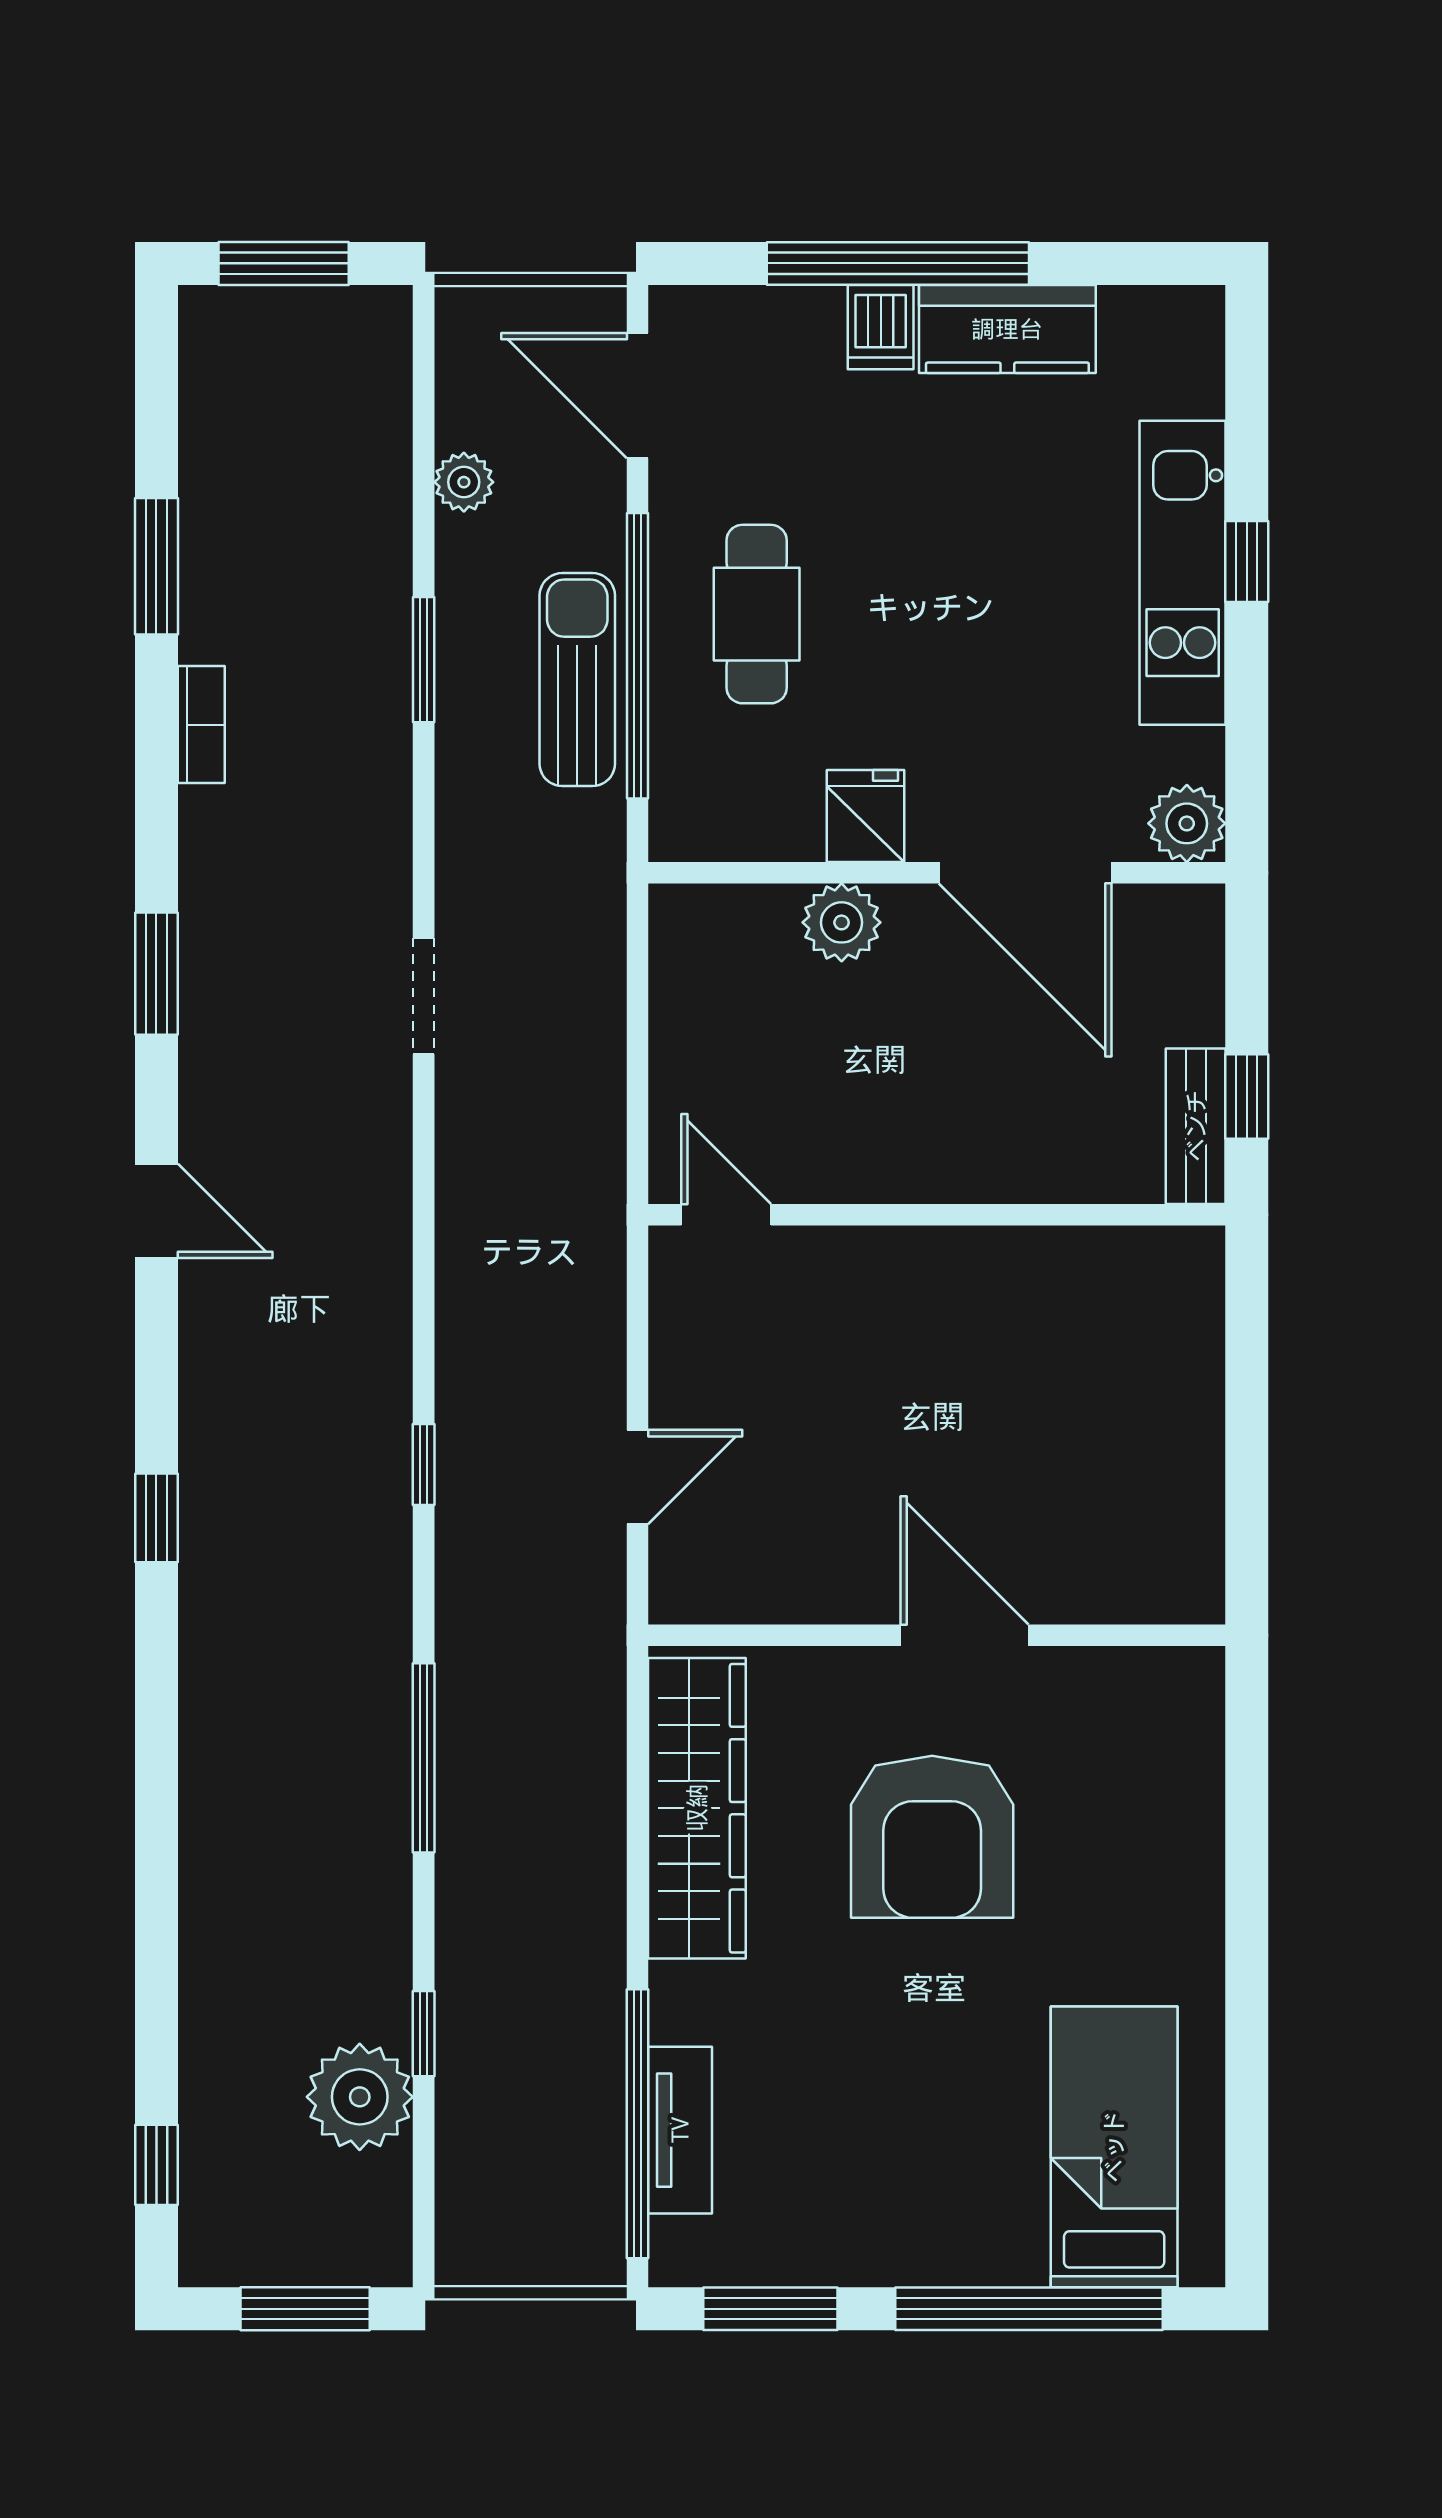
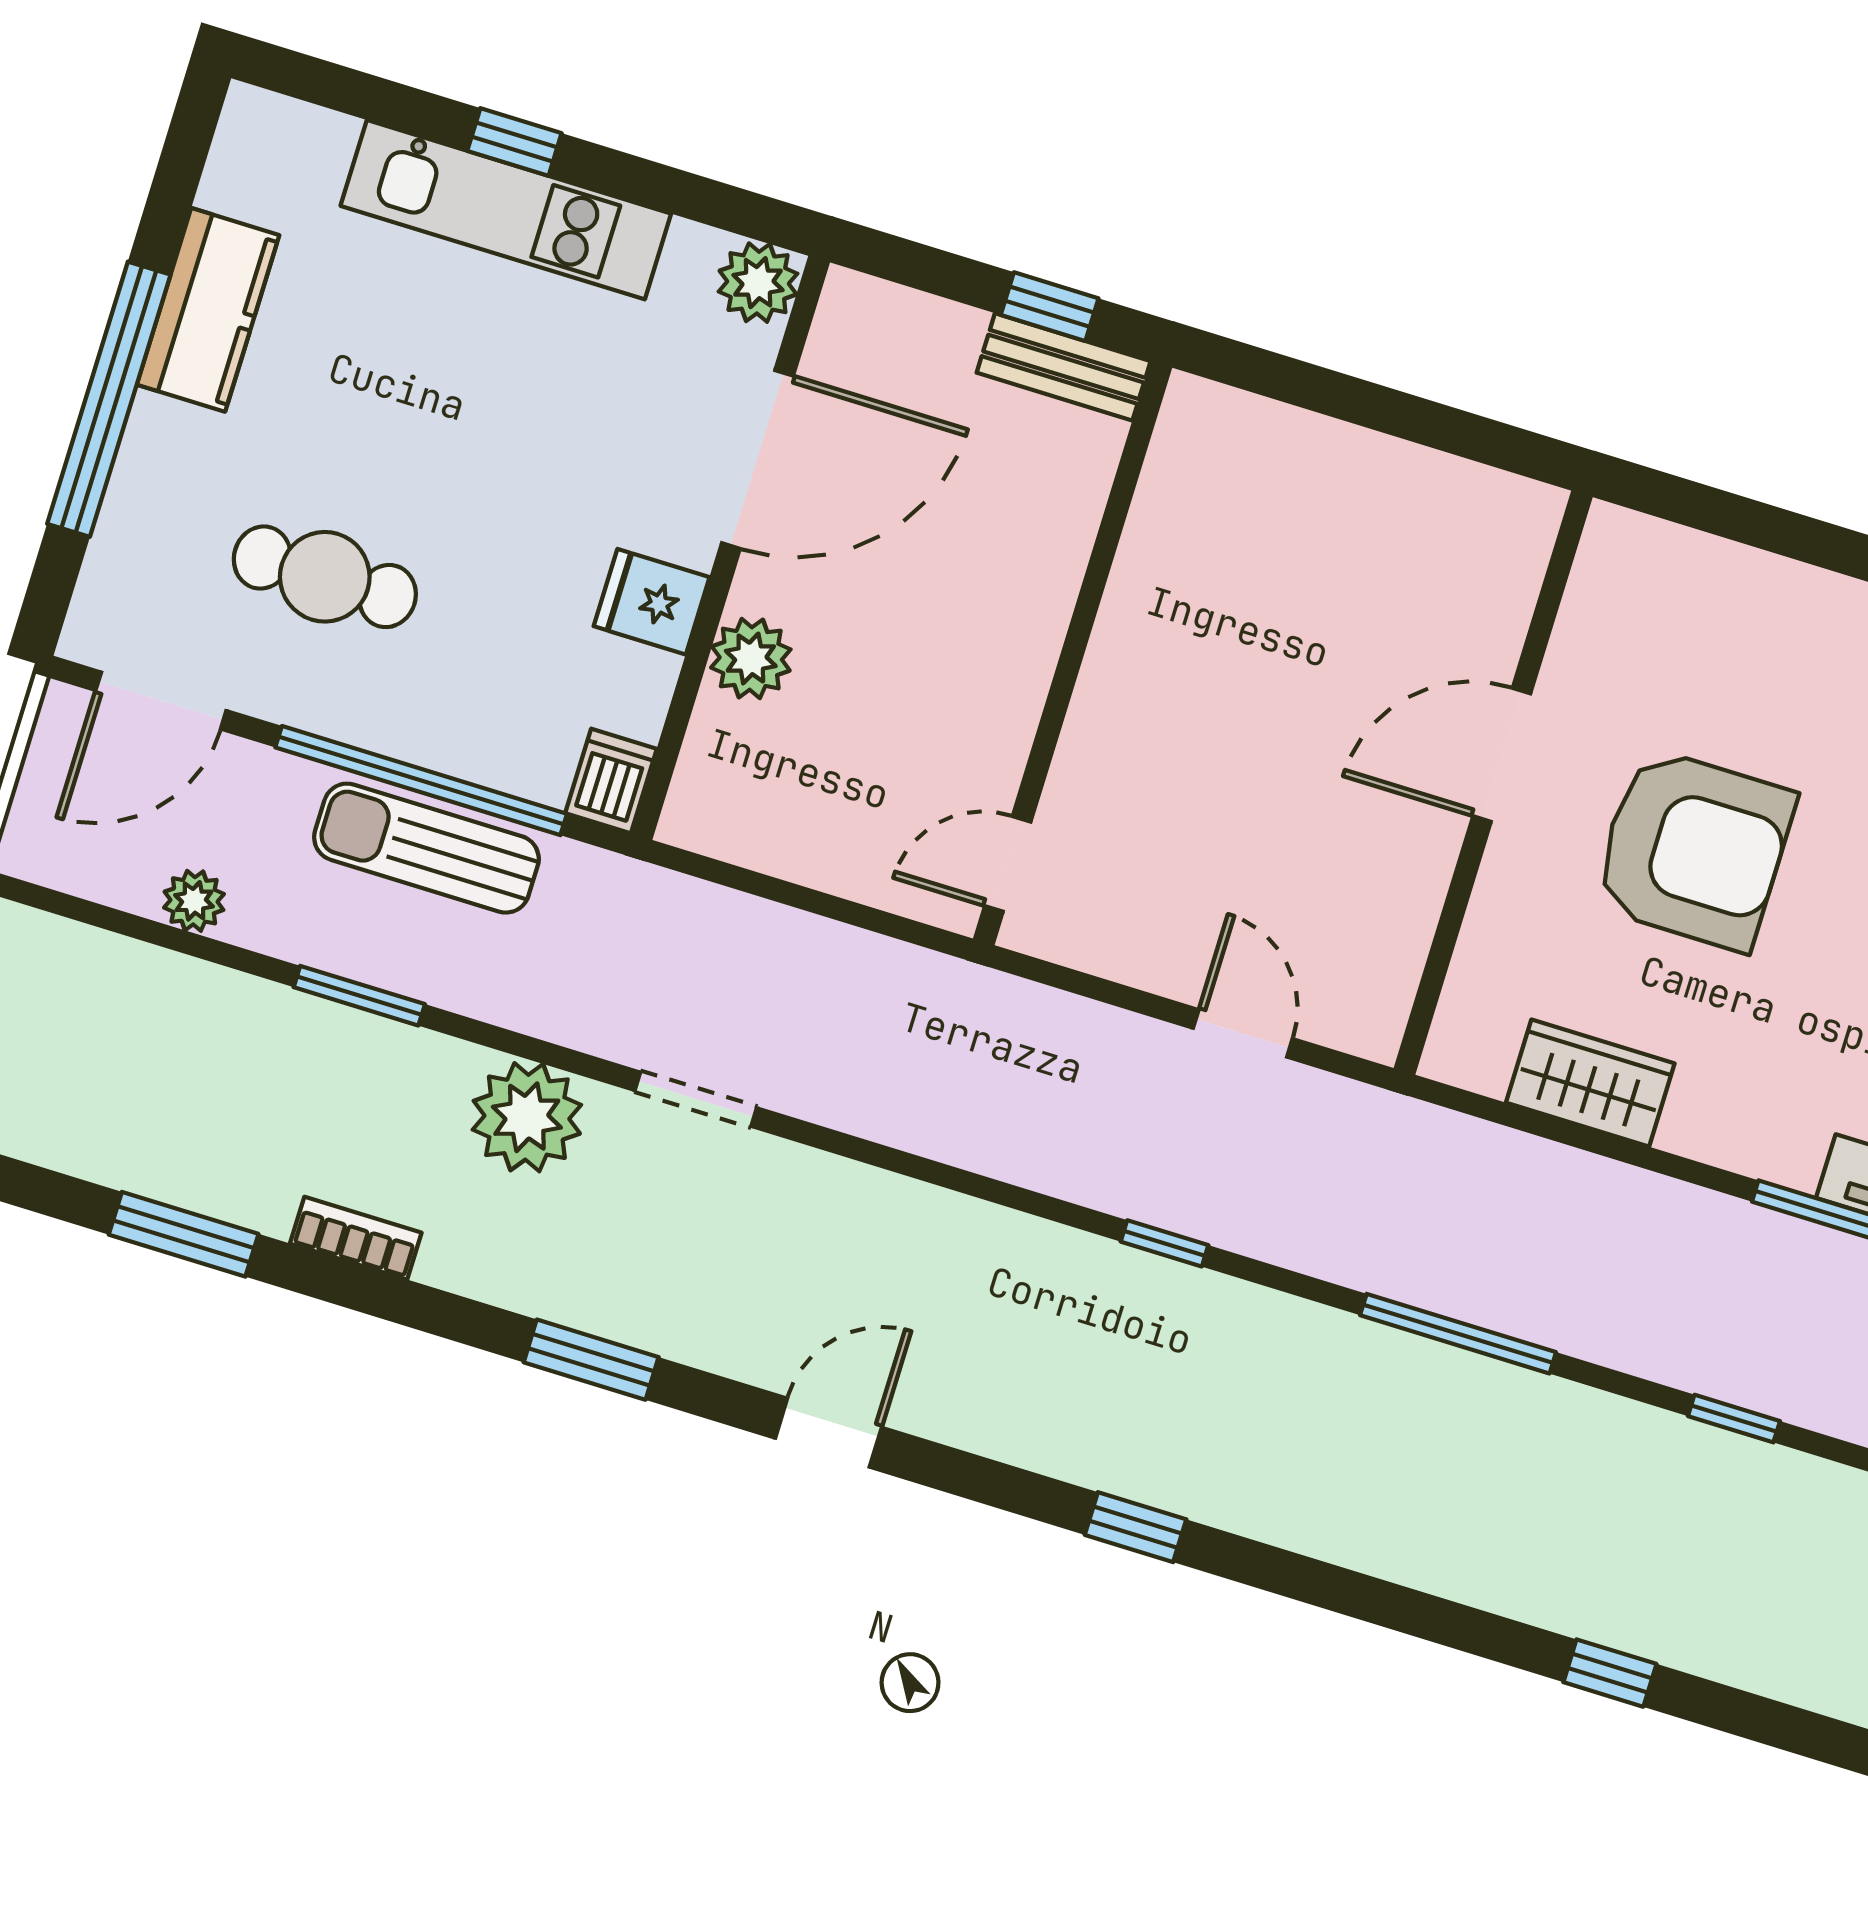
dishwasher: (881, 327) -> (611, 781), moved, turned -90
cafe table: (757, 614) -> (325, 577), moved
wardrobe: (697, 1808) -> (1590, 1083), width x0.48, depth x0.85
plant: (360, 2097) -> (527, 1117), moved
window: (156, 2165) -> (1610, 1673), moved

